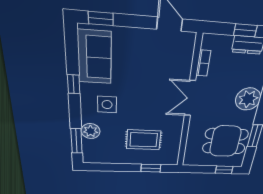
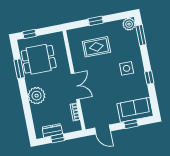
window: (101, 19) -> (131, 124), moved
sofa: (95, 57) -> (135, 110), moved, turned 90
plant: (91, 131) -> (129, 24), moved
window: (151, 168) -> (96, 21), moved

